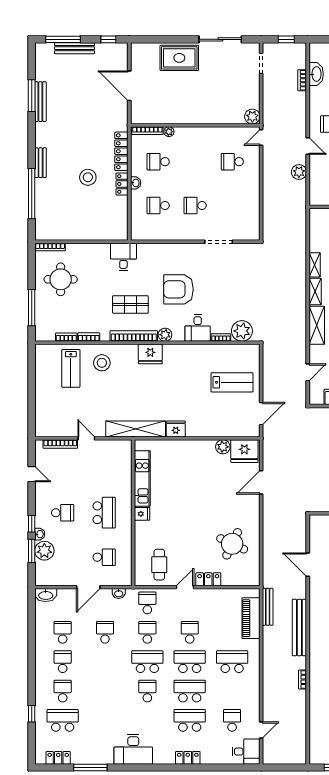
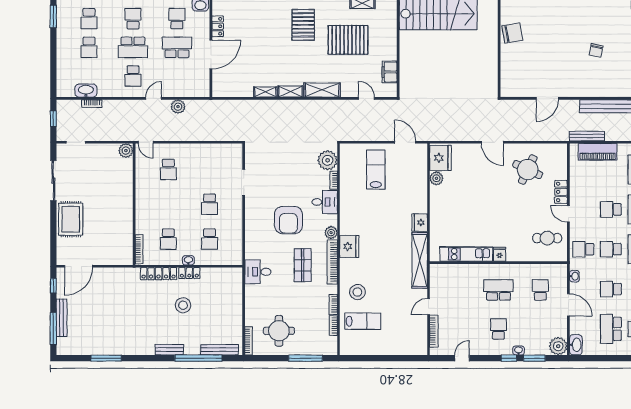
door: (129, 86) -> (79, 266), moved
bench: (40, 102) -> (219, 350), moved
plant: (169, 132) -> (140, 229), removed
door: (261, 482) -> (492, 142), moved
plant: (44, 551) -> (558, 346), moved
school desk: (63, 632) -> (611, 329), width x1.85

